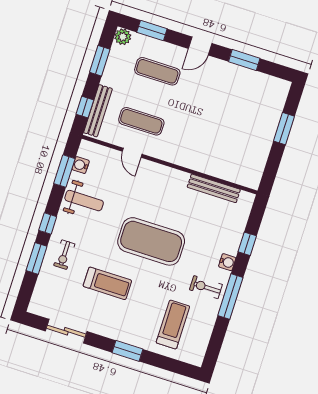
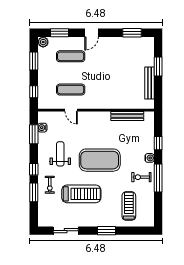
window: (244, 60) -> (132, 33), moved
bench: (98, 111) -> (150, 83), moved
weight bench: (84, 201) -> (60, 154), moved, turned -90
treadmill: (107, 283) -> (81, 194), width x1.37, depth x1.38

